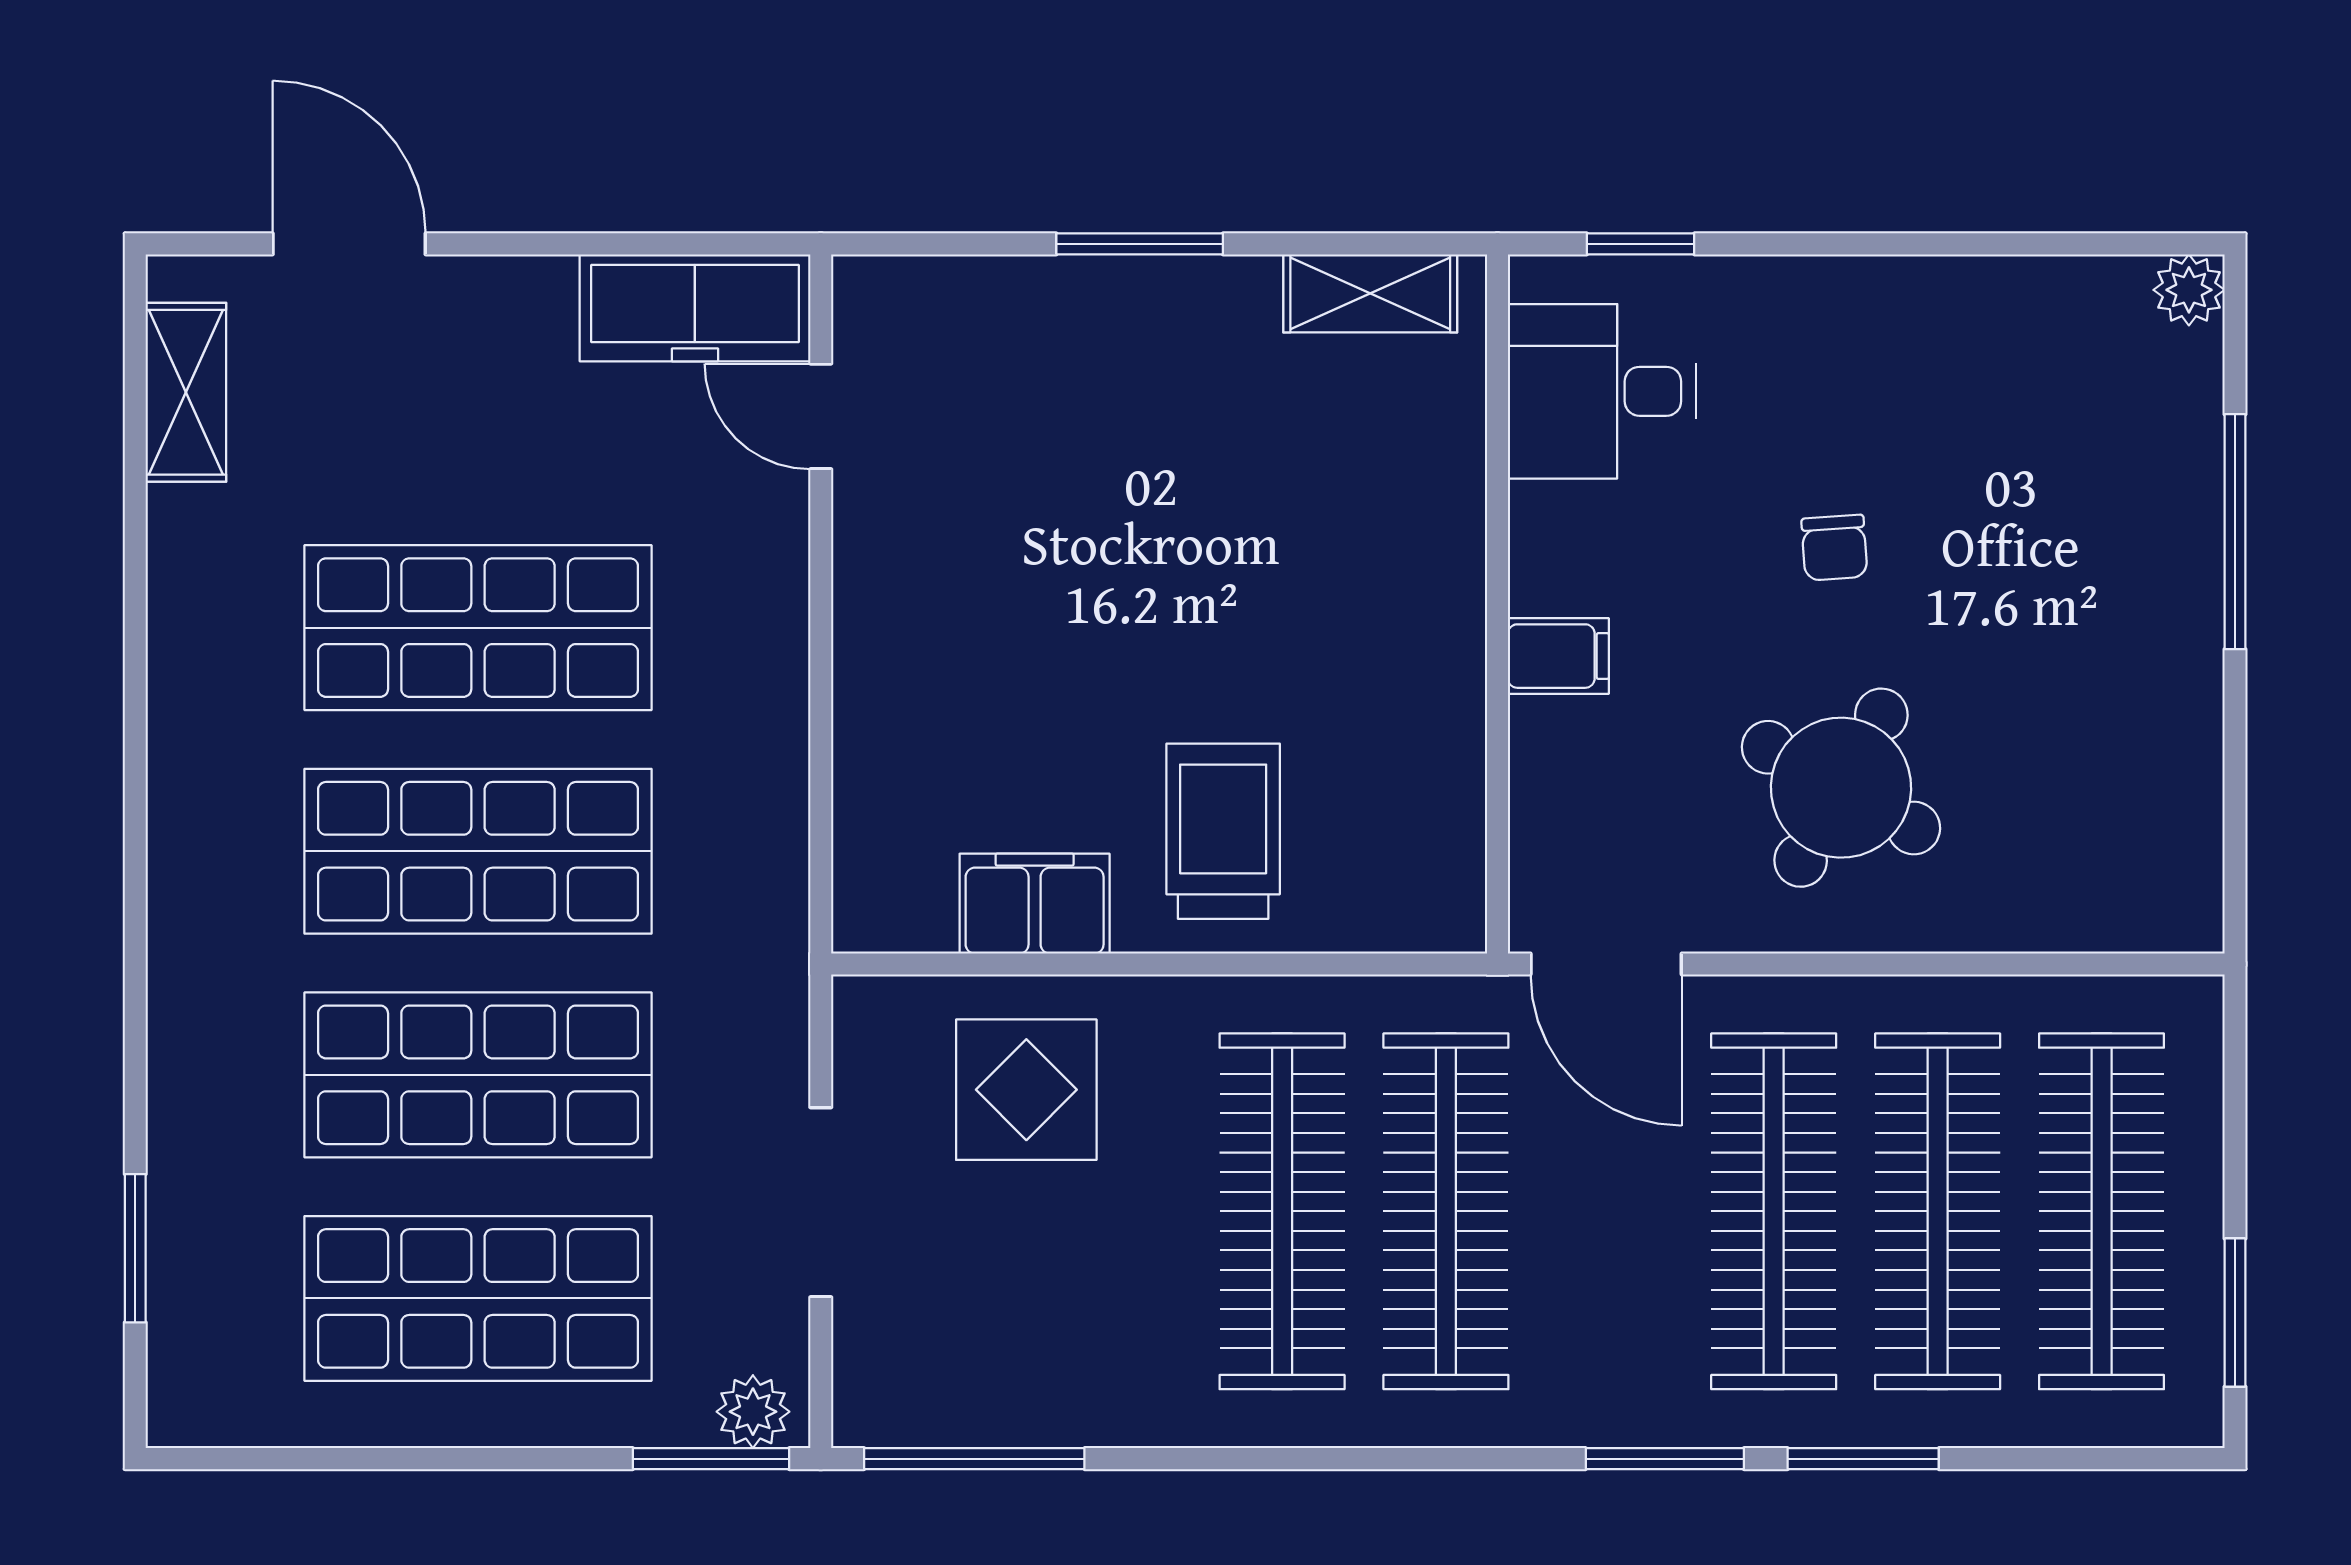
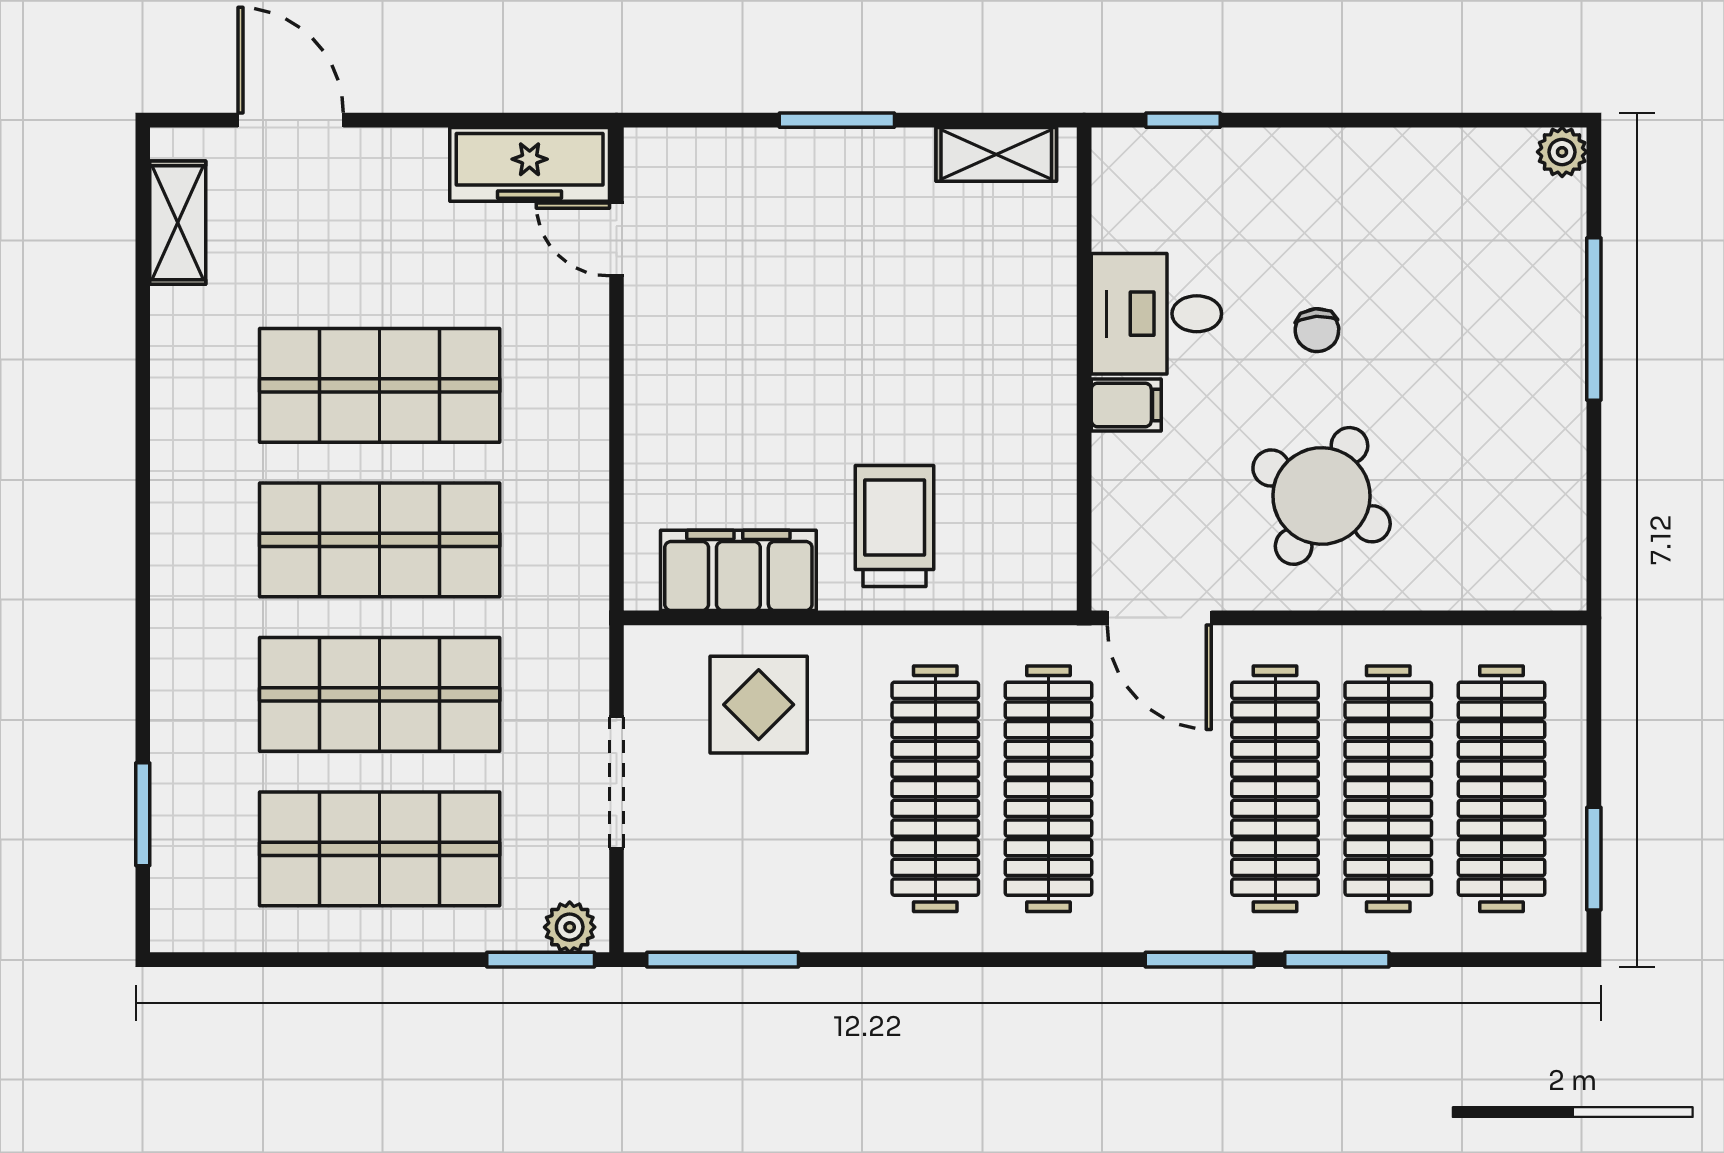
desk: (1602, 391) -> (1156, 314), moved
filing cabinet: (1035, 904) -> (738, 570), width x1.50, depth x1.17

